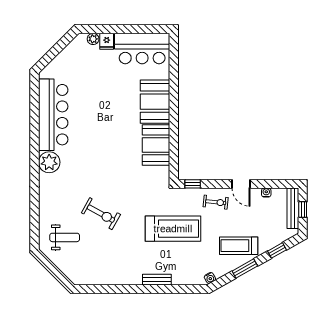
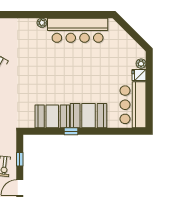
window: (174, 123) -> (71, 131), added
plant: (49, 162) -> (42, 23), width x0.53, depth x0.53
window: (193, 184) -> (20, 159), moved

